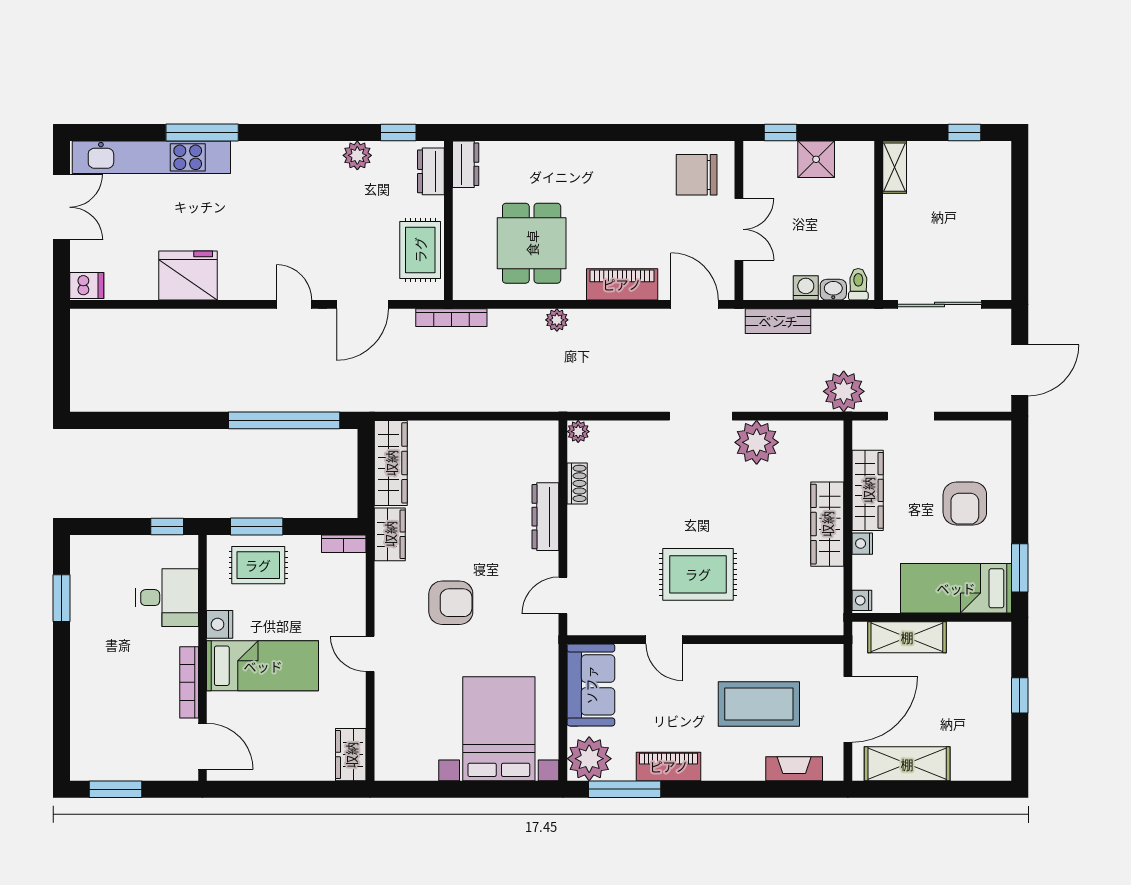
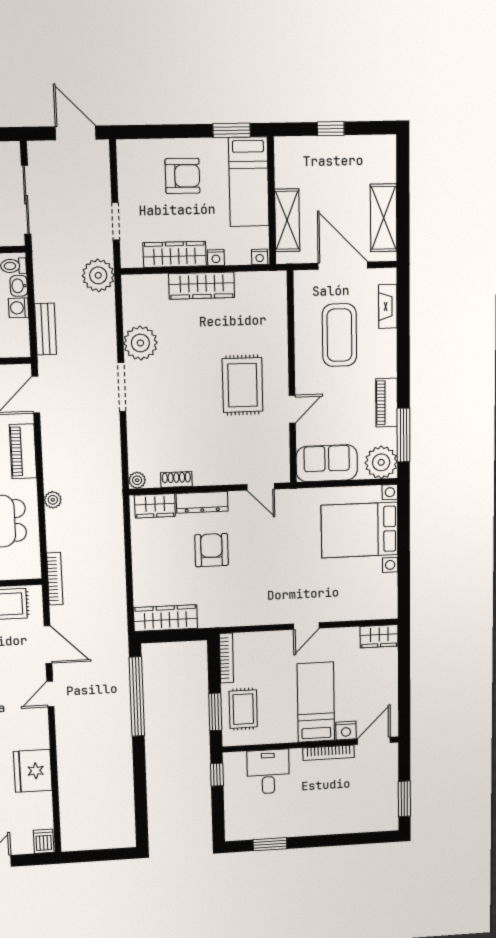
wardrobe: (390, 534) -> (155, 506), moved, turned 180
bookcase: (344, 544) -> (226, 658), width x1.56
armchair: (451, 603) -> (212, 550), moved
nightstand: (220, 624) -> (346, 731), moved

